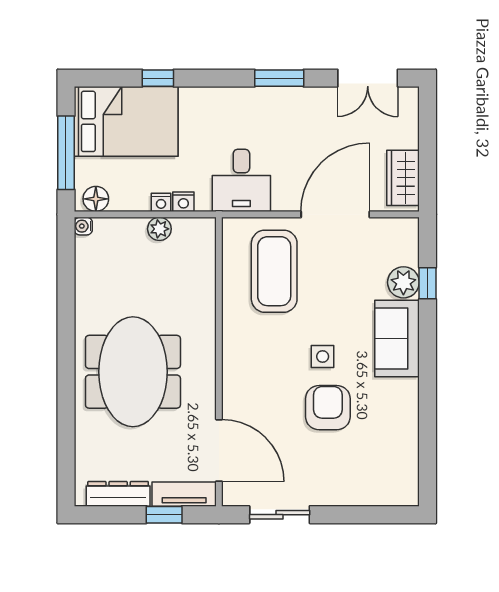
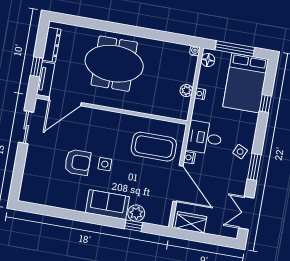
side table: (255, 109) -> (240, 152), added
nightstand: (183, 202) -> (189, 158), moved

